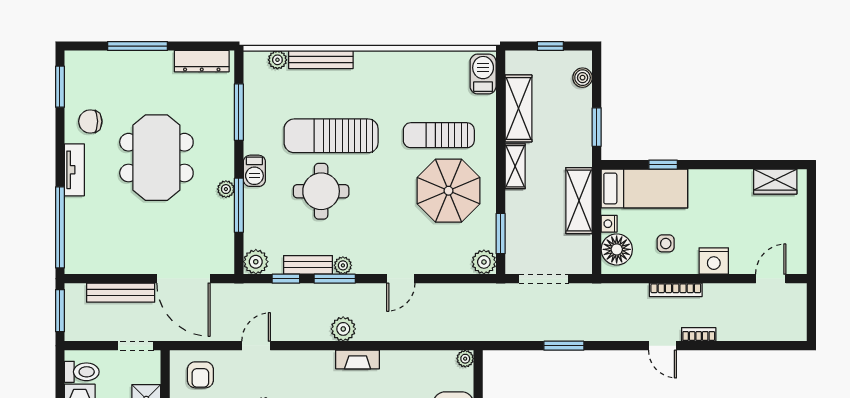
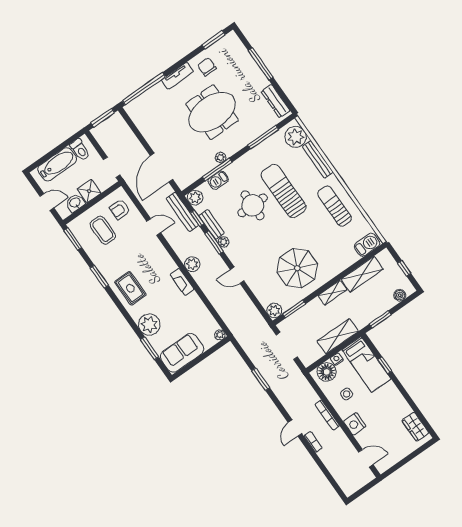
plant: (277, 60) -> (296, 137), width x1.88, depth x1.88
sun lounger: (439, 135) -> (335, 206), moved
barbecue: (254, 171) -> (218, 180), moved
bench: (121, 293) -> (182, 212), moved

